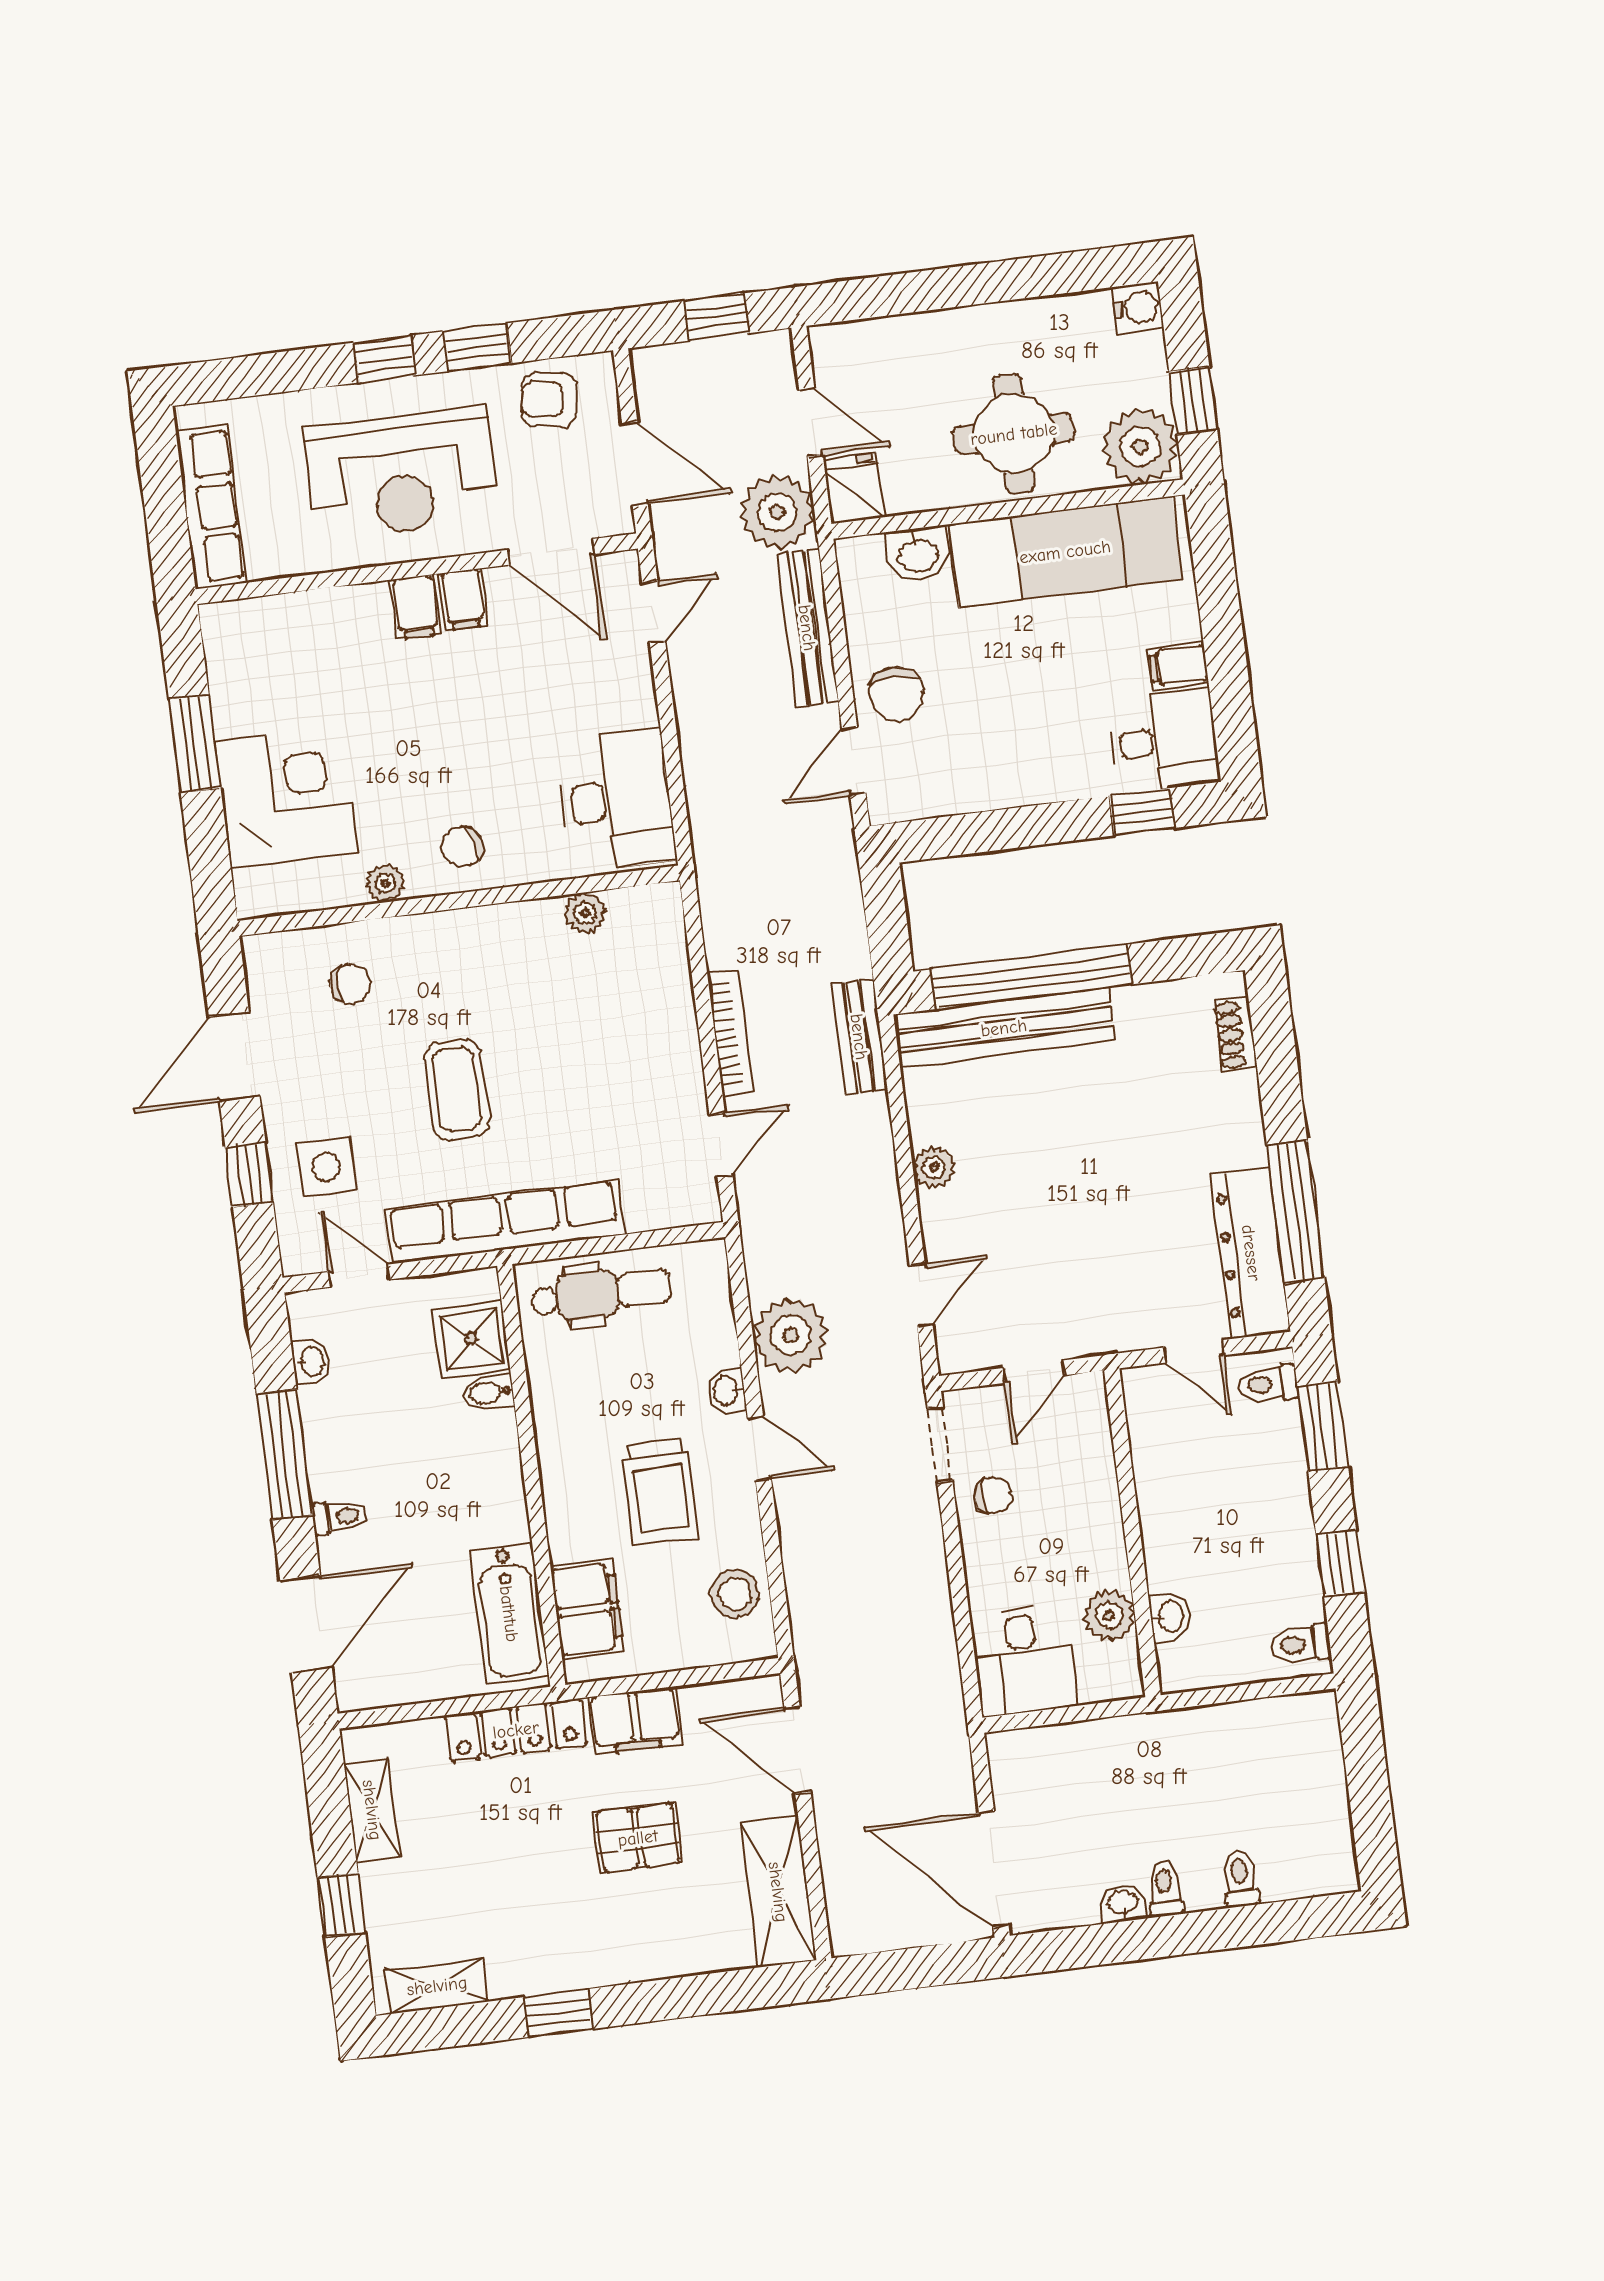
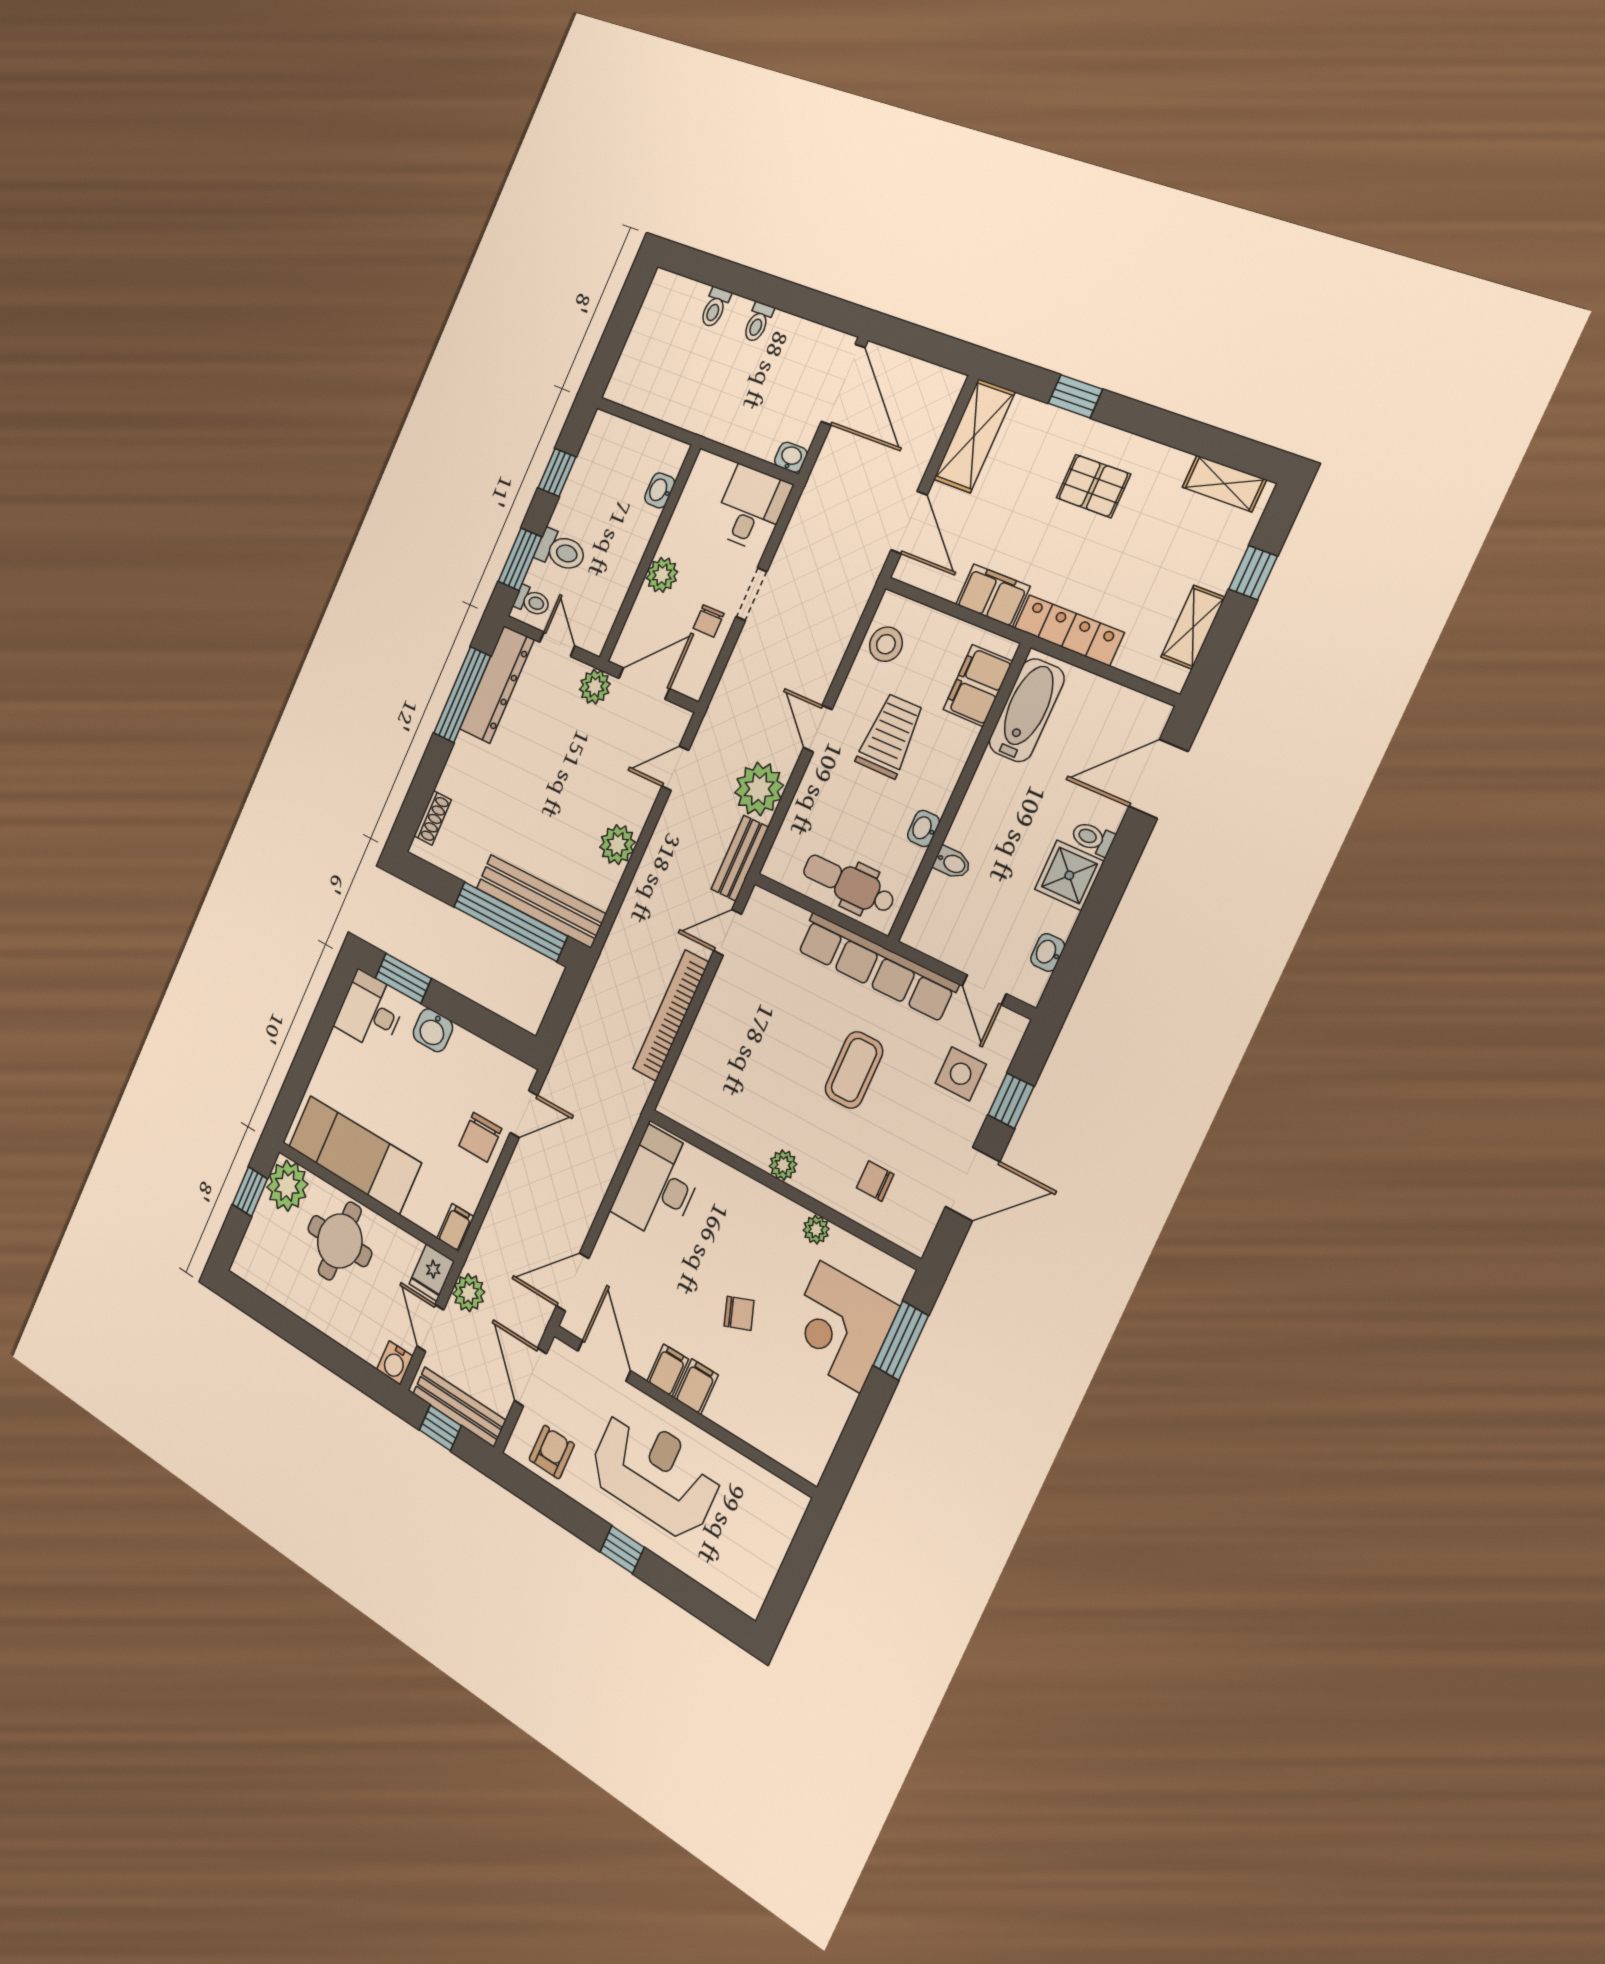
water cooler: (1138, 308) -> (395, 1363), moved, turned -90
window: (477, 347) -> (570, 1515), removed
armchair: (549, 400) -> (552, 1452), turned -99
row of seats: (211, 507) -> (772, 1541), removed
plant: (777, 512) -> (469, 1293), width x0.73, depth x0.73
washbasin: (917, 554) -> (433, 1030), moved, turned 180
door: (654, 612) -> (573, 1282), width x1.38
bench: (807, 628) -> (459, 1407), moved, turned 90
filing cabinet: (1178, 666) -> (455, 1228), moved, turned -90
chair: (896, 694) -> (480, 1137), turned 180
window: (195, 744) -> (901, 1341), moved
window: (1142, 812) -> (403, 978), width x1.50
chair: (462, 847) -> (739, 1313), moved
plant: (585, 913) -> (783, 1165), moved
bookcase: (730, 1033) -> (671, 1016), width x1.48, depth x1.31
bench: (859, 1037) -> (740, 858), moved
plant: (934, 1168) -> (617, 845), width x1.38, depth x1.38
plant: (1102, 1329) -> (595, 687), added
shower: (471, 1339) -> (1069, 875), moved
door: (1034, 1372) -> (644, 683), width x1.38
washbasin: (726, 1391) -> (924, 829), moved, turned 180
doorway: (940, 1444) -> (751, 594), moved
window: (285, 1454) -> (1102, 902), removed
chair: (993, 1495) -> (709, 621), turned -90
plant: (1109, 1616) -> (662, 575), moved
toilet: (1301, 1644) -> (561, 551), moved, width x1.37, depth x1.39
pallet: (638, 1838) -> (1093, 486), moved
washbasin: (1123, 1903) -> (791, 457), moved, turned 180
window: (558, 2013) -> (1075, 396), moved

